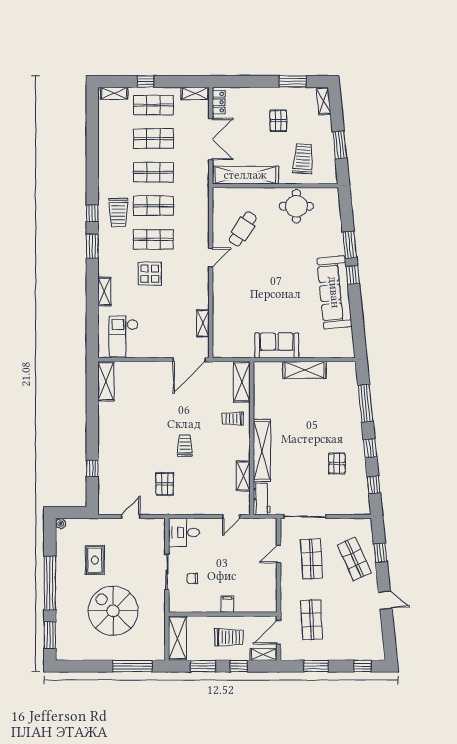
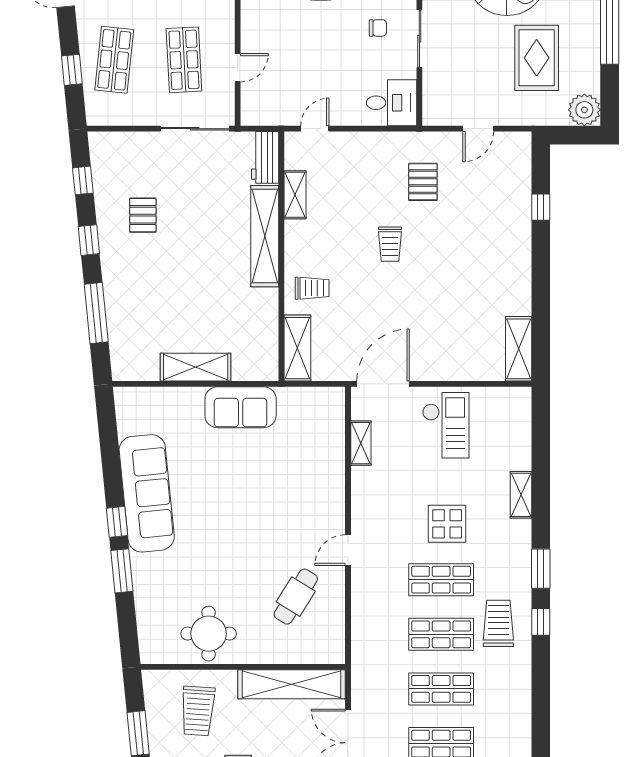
checkout: (123, 336) -> (446, 425), moved
plant: (61, 524) -> (584, 110), width x1.88, depth x1.88
shop shelf: (354, 559) -> (114, 60), turned 30
rug: (95, 560) -> (537, 58), width x1.36, depth x1.43

